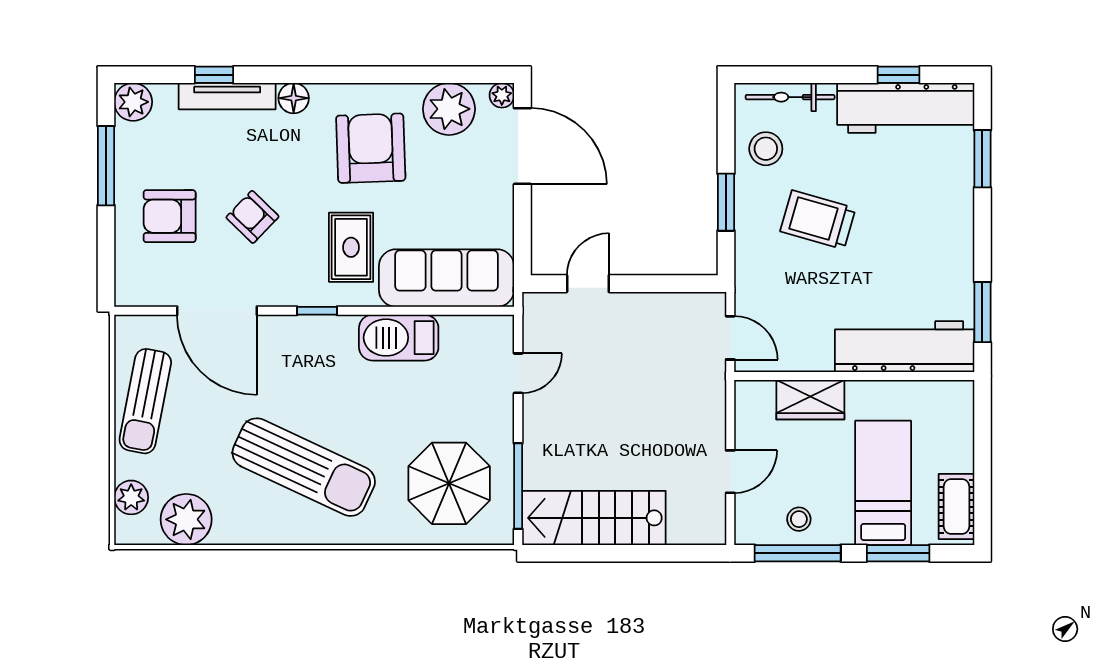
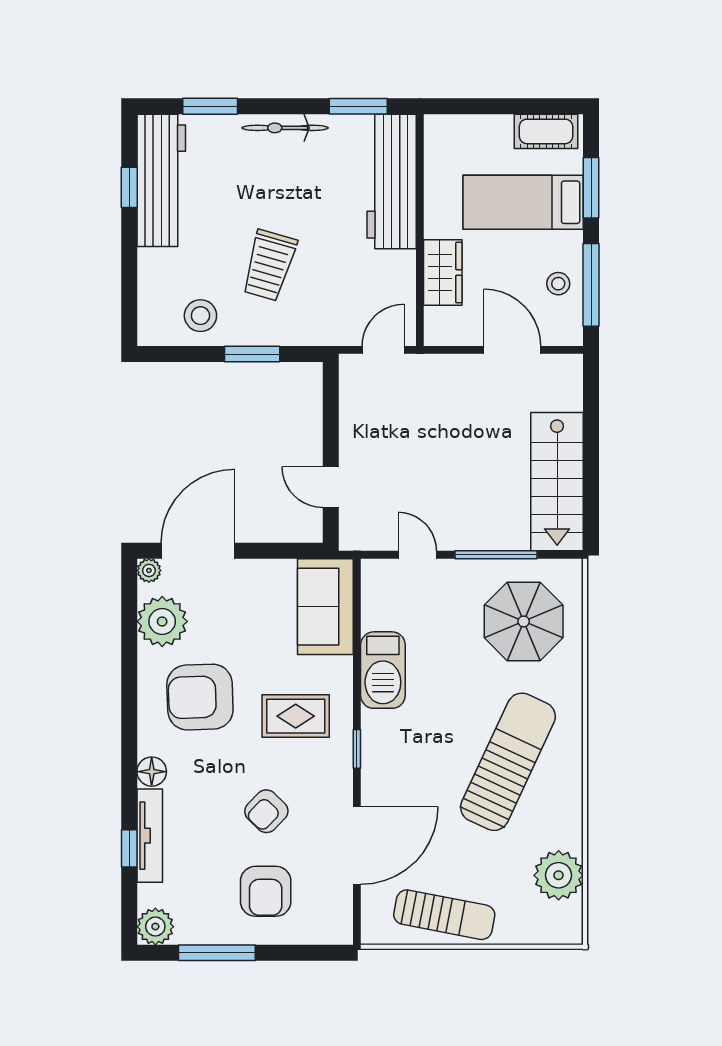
bicycle: (790, 97) -> (285, 128), moved, turned 90
sofa: (447, 278) -> (325, 607), width x0.73
door: (730, 472) -> (512, 350), width x1.38
window: (518, 486) -> (496, 555), moved
plant: (131, 497) -> (537, 928), removed

